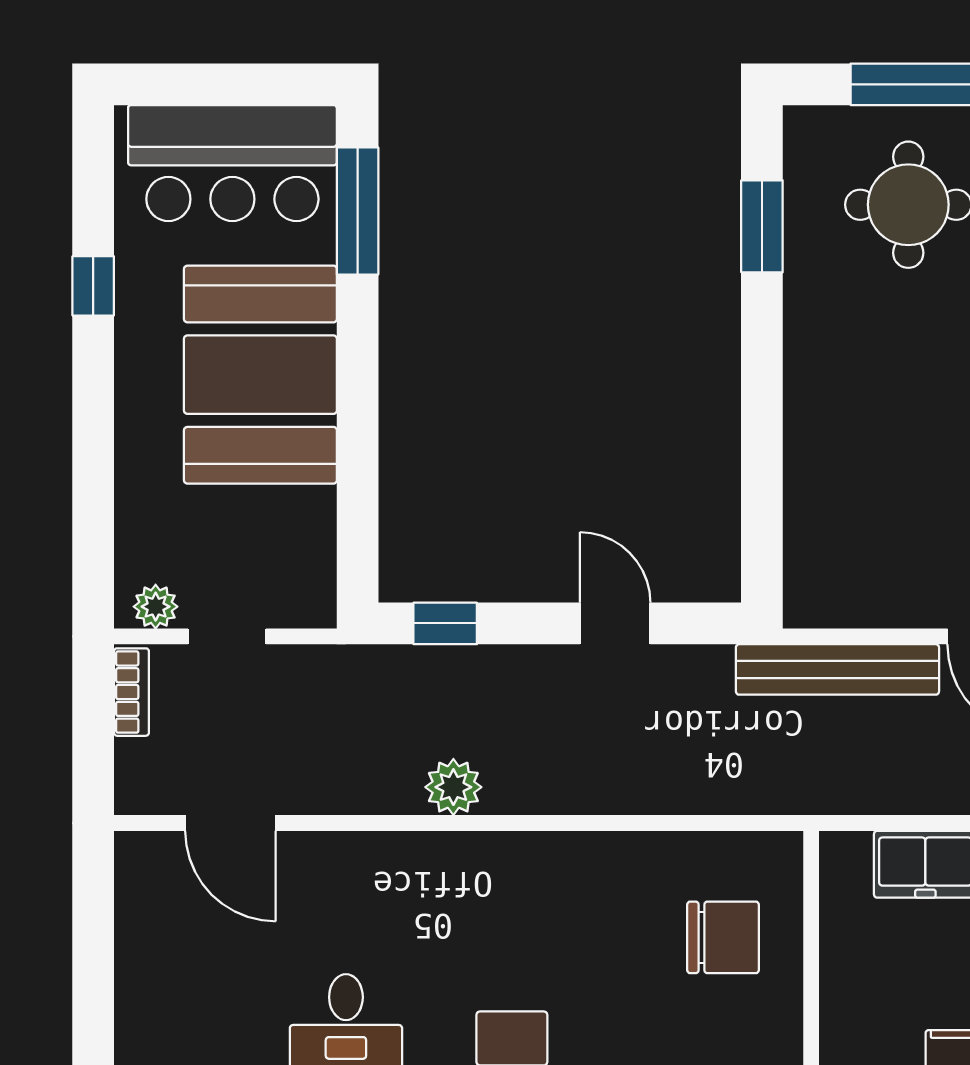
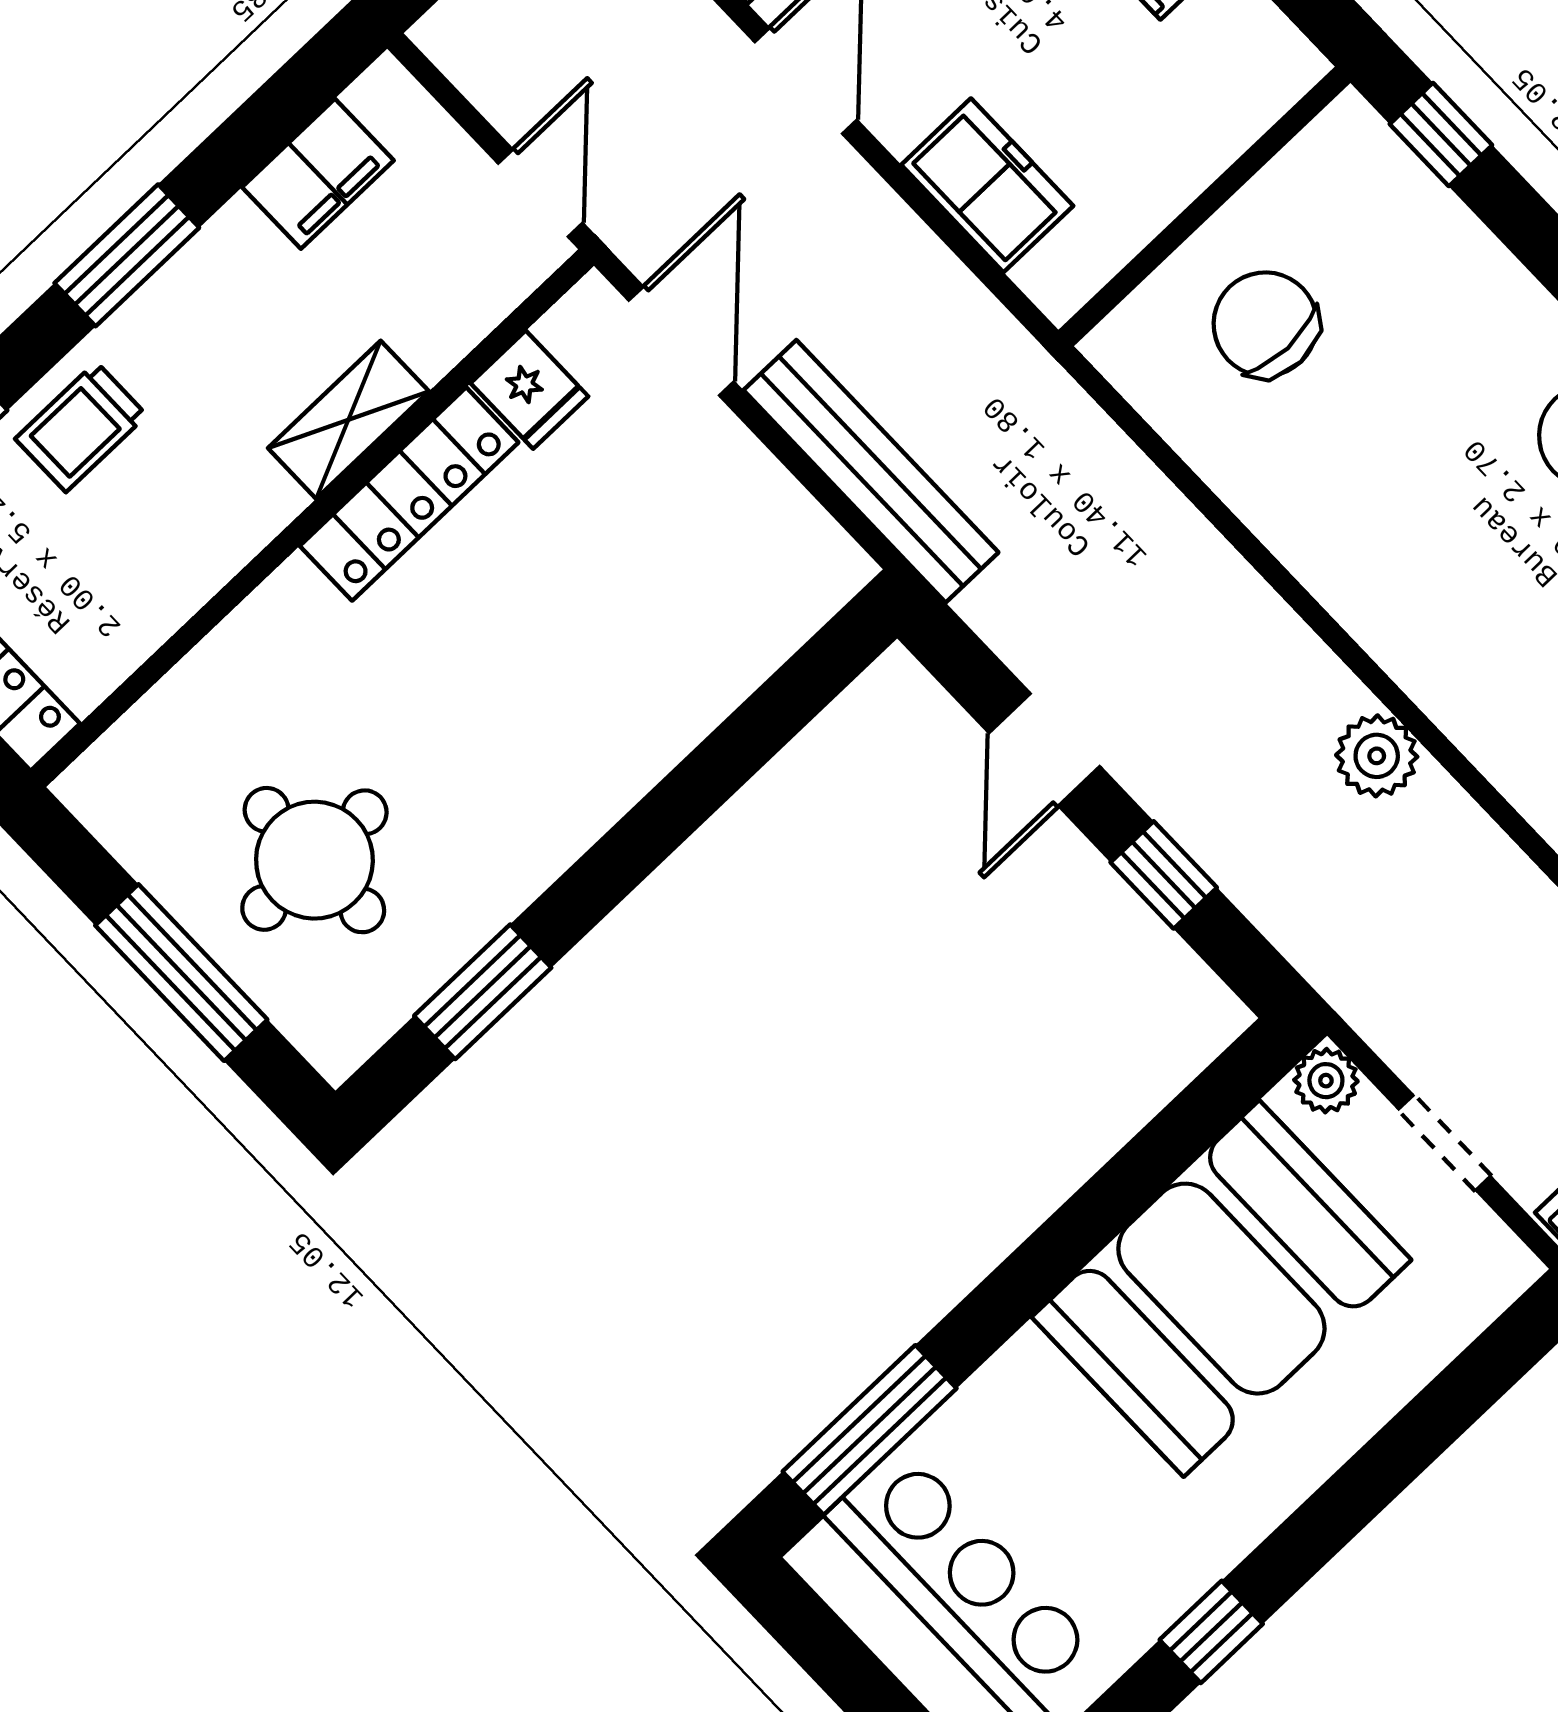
booth: (260, 375) -> (1221, 1289), moved
plant: (156, 607) -> (1326, 1081), moved
window: (445, 623) -> (1164, 875), moved

